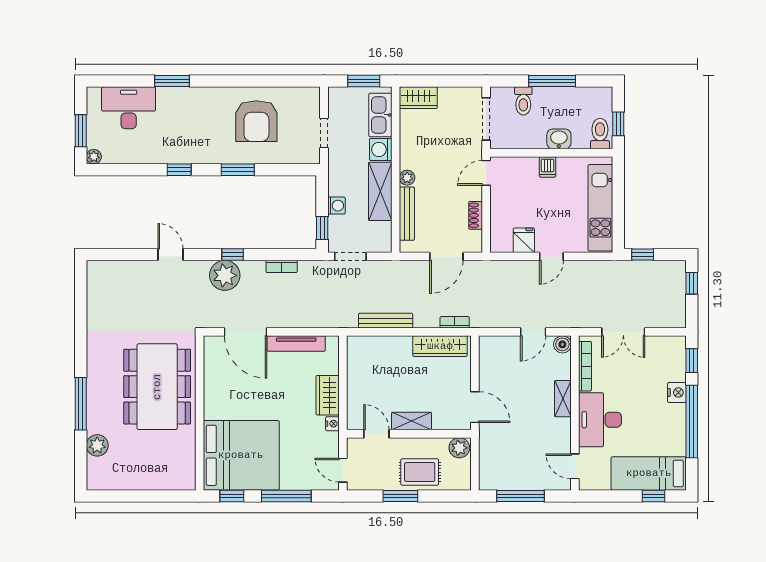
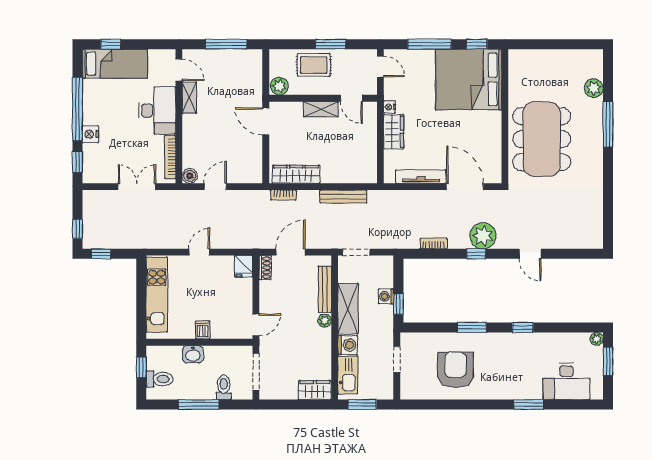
toilet: (600, 134) -> (160, 379), moved, turned -90
shoe rack: (476, 215) -> (265, 268), moved
window: (322, 228) -> (398, 304), moved
fridge: (524, 240) -> (244, 266), moved
window: (643, 255) -> (101, 254), moved
doorway: (350, 256) -> (356, 252), moved
shelving: (563, 399) -> (189, 98), moved

